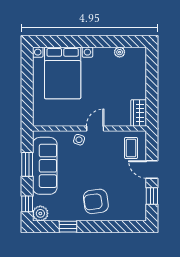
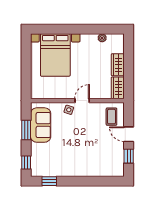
wardrobe: (139, 85) -> (118, 65), added
sofa: (45, 166) -> (41, 125), width x0.73
armchair: (96, 201) -> (83, 161), removed
plant: (40, 213) -> (37, 170), removed
window: (68, 227) -> (49, 181), moved

